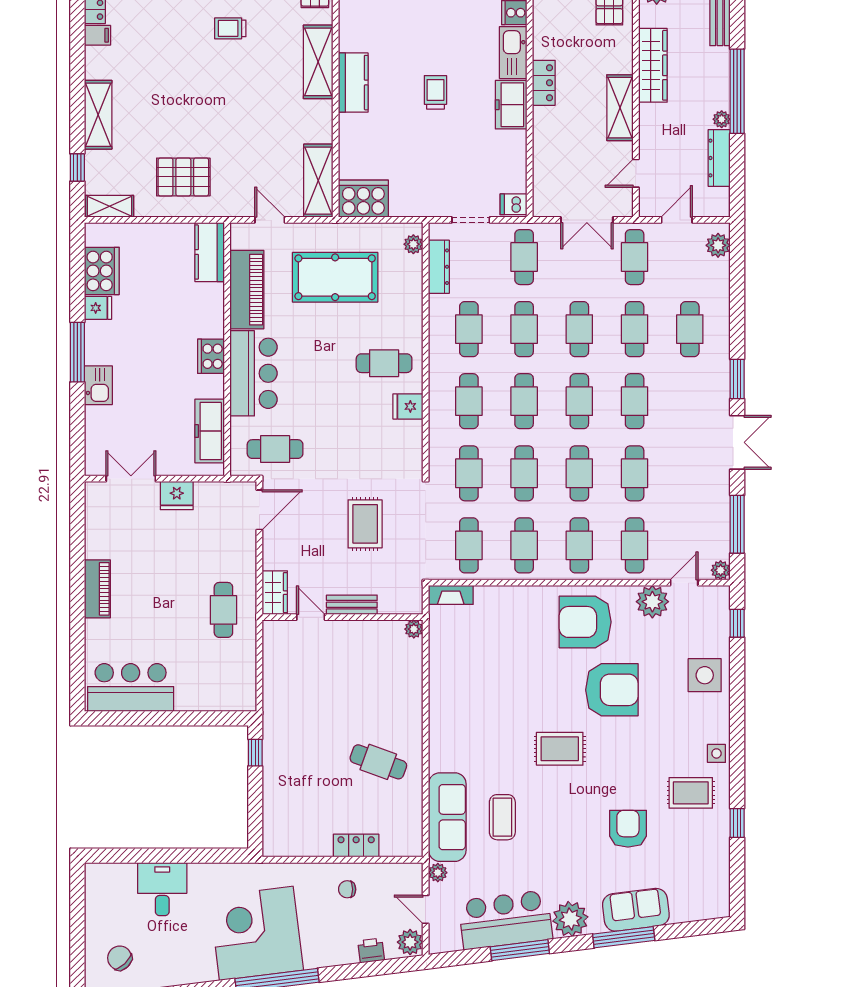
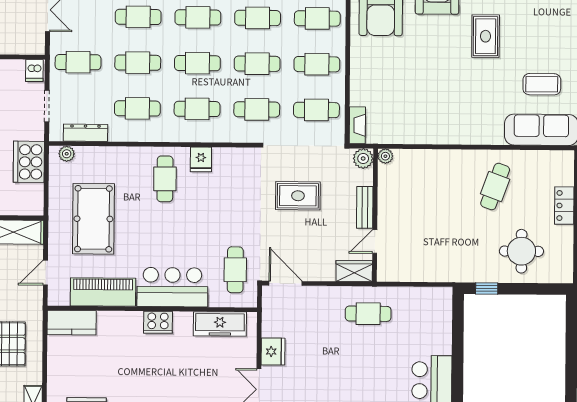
cooker: (363, 199) -> (29, 162), moved
plant: (411, 602) -> (363, 158), added
round table: (301, 794) -> (521, 251), added

